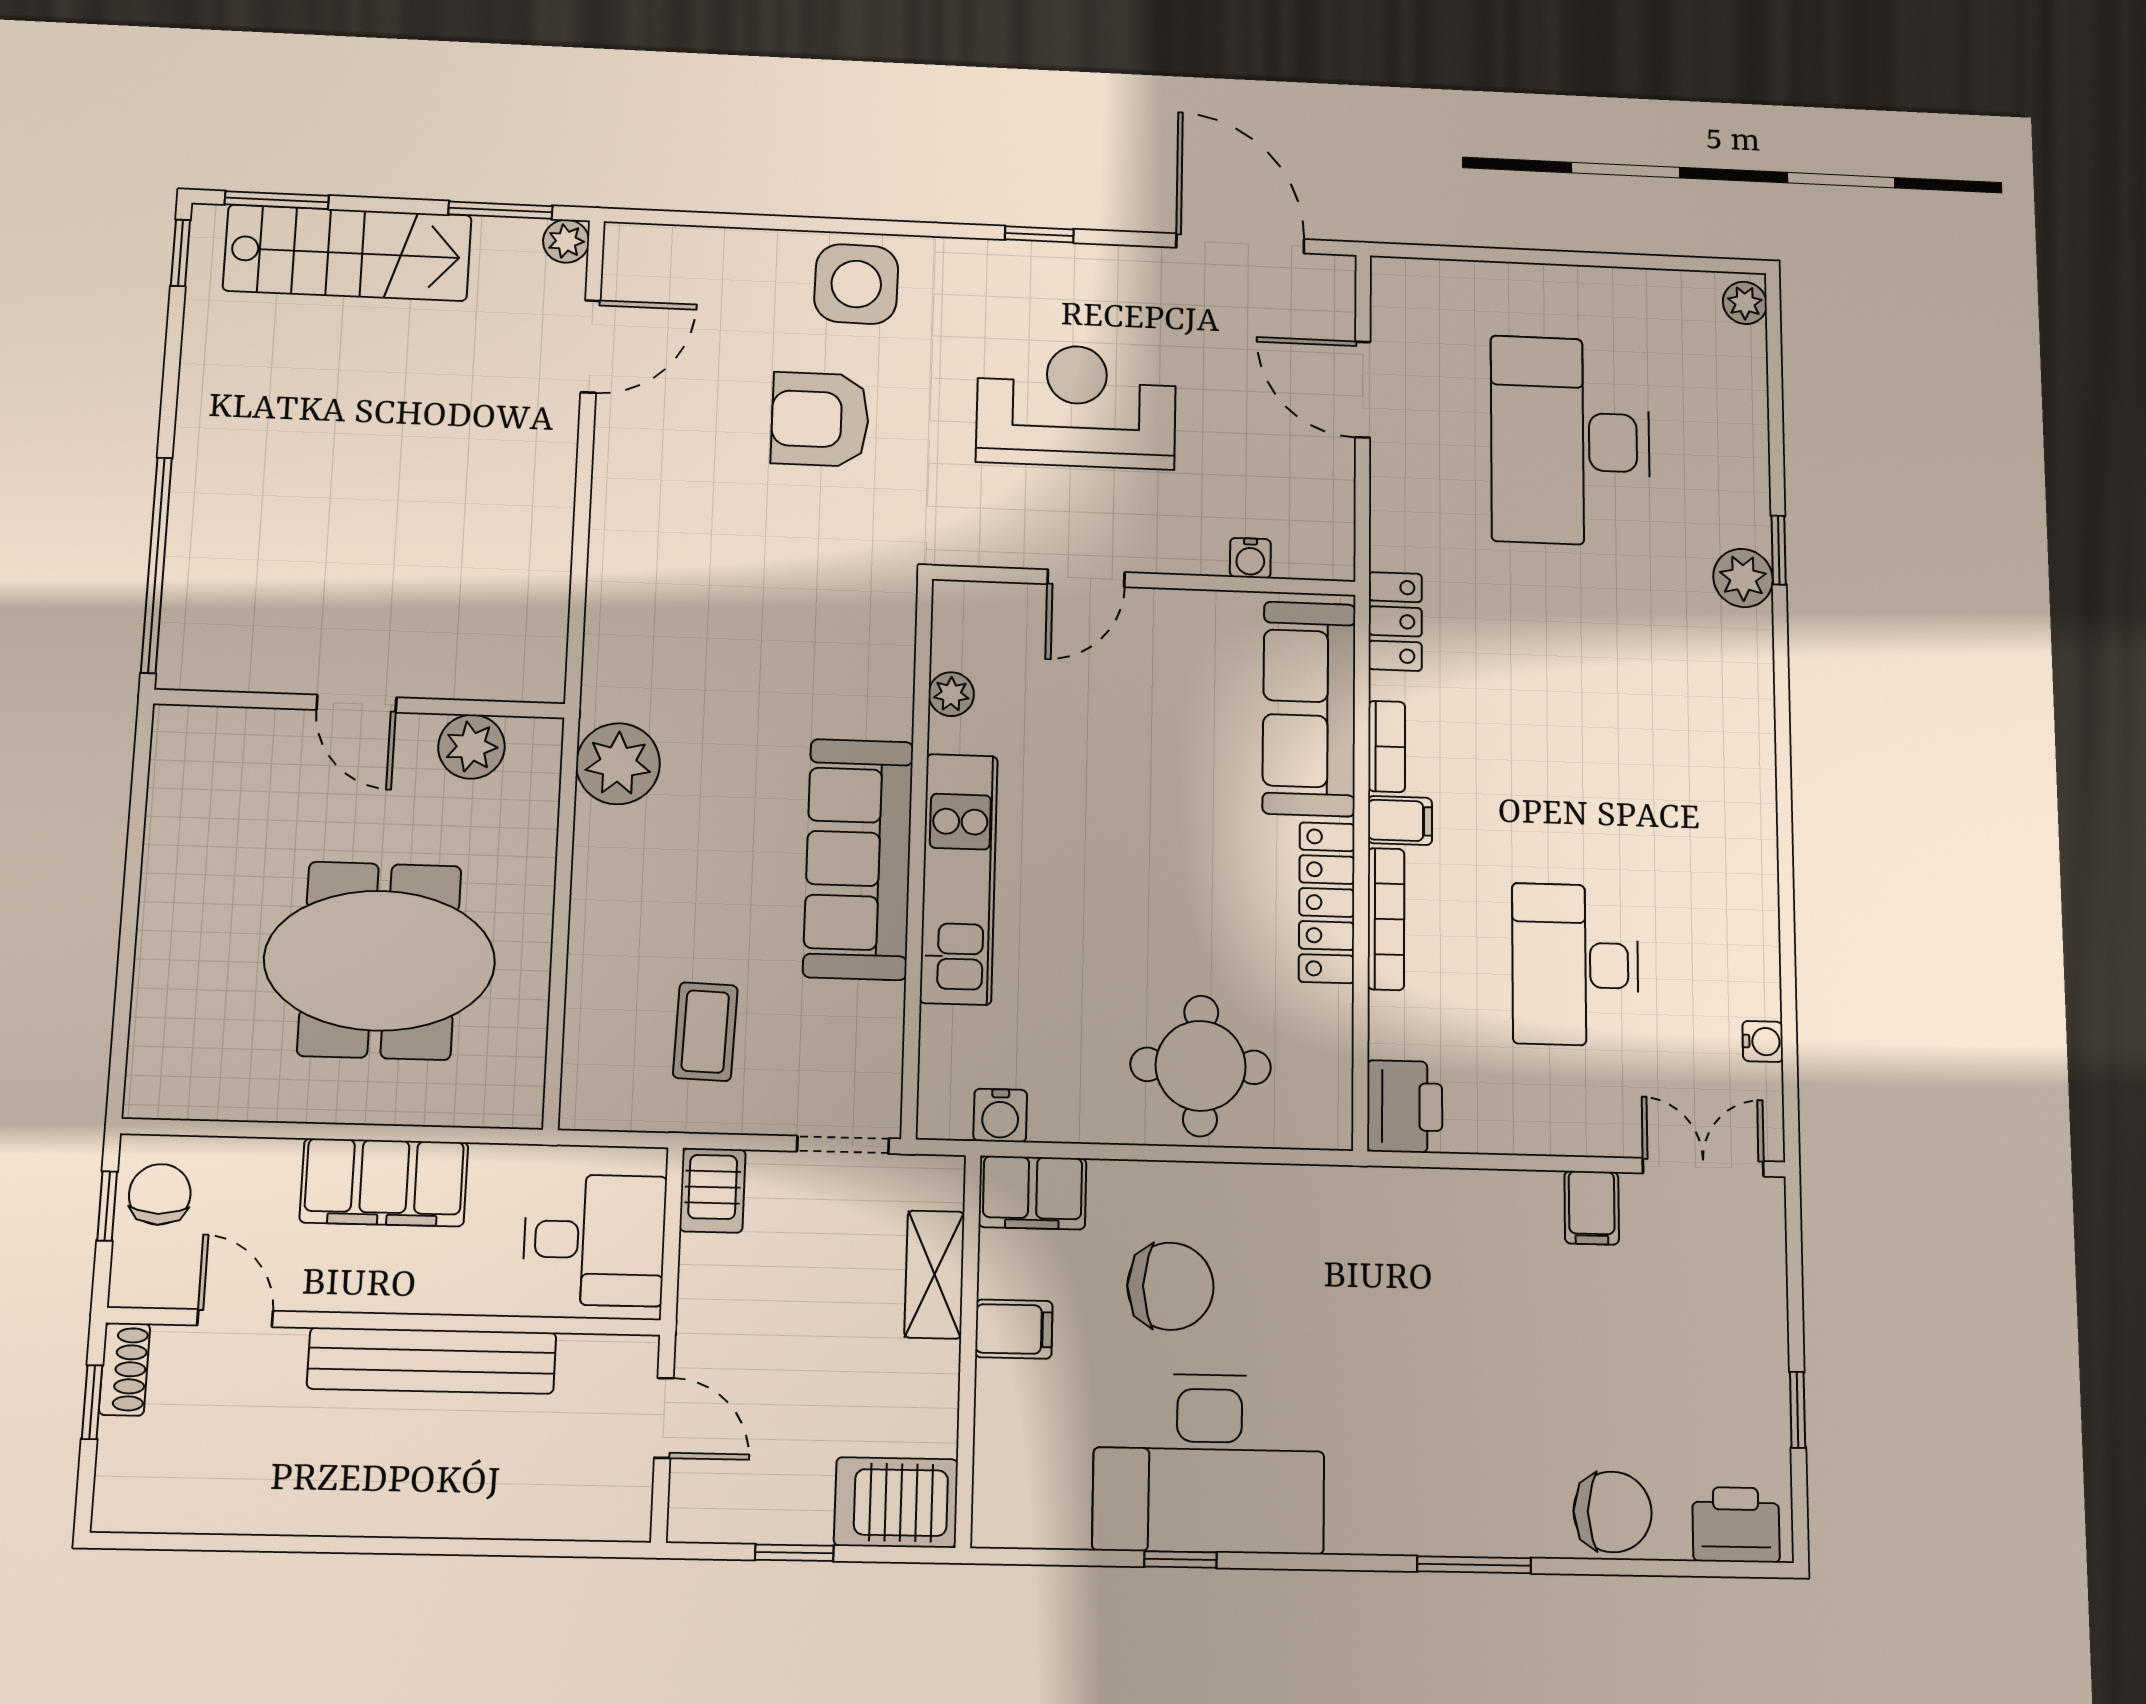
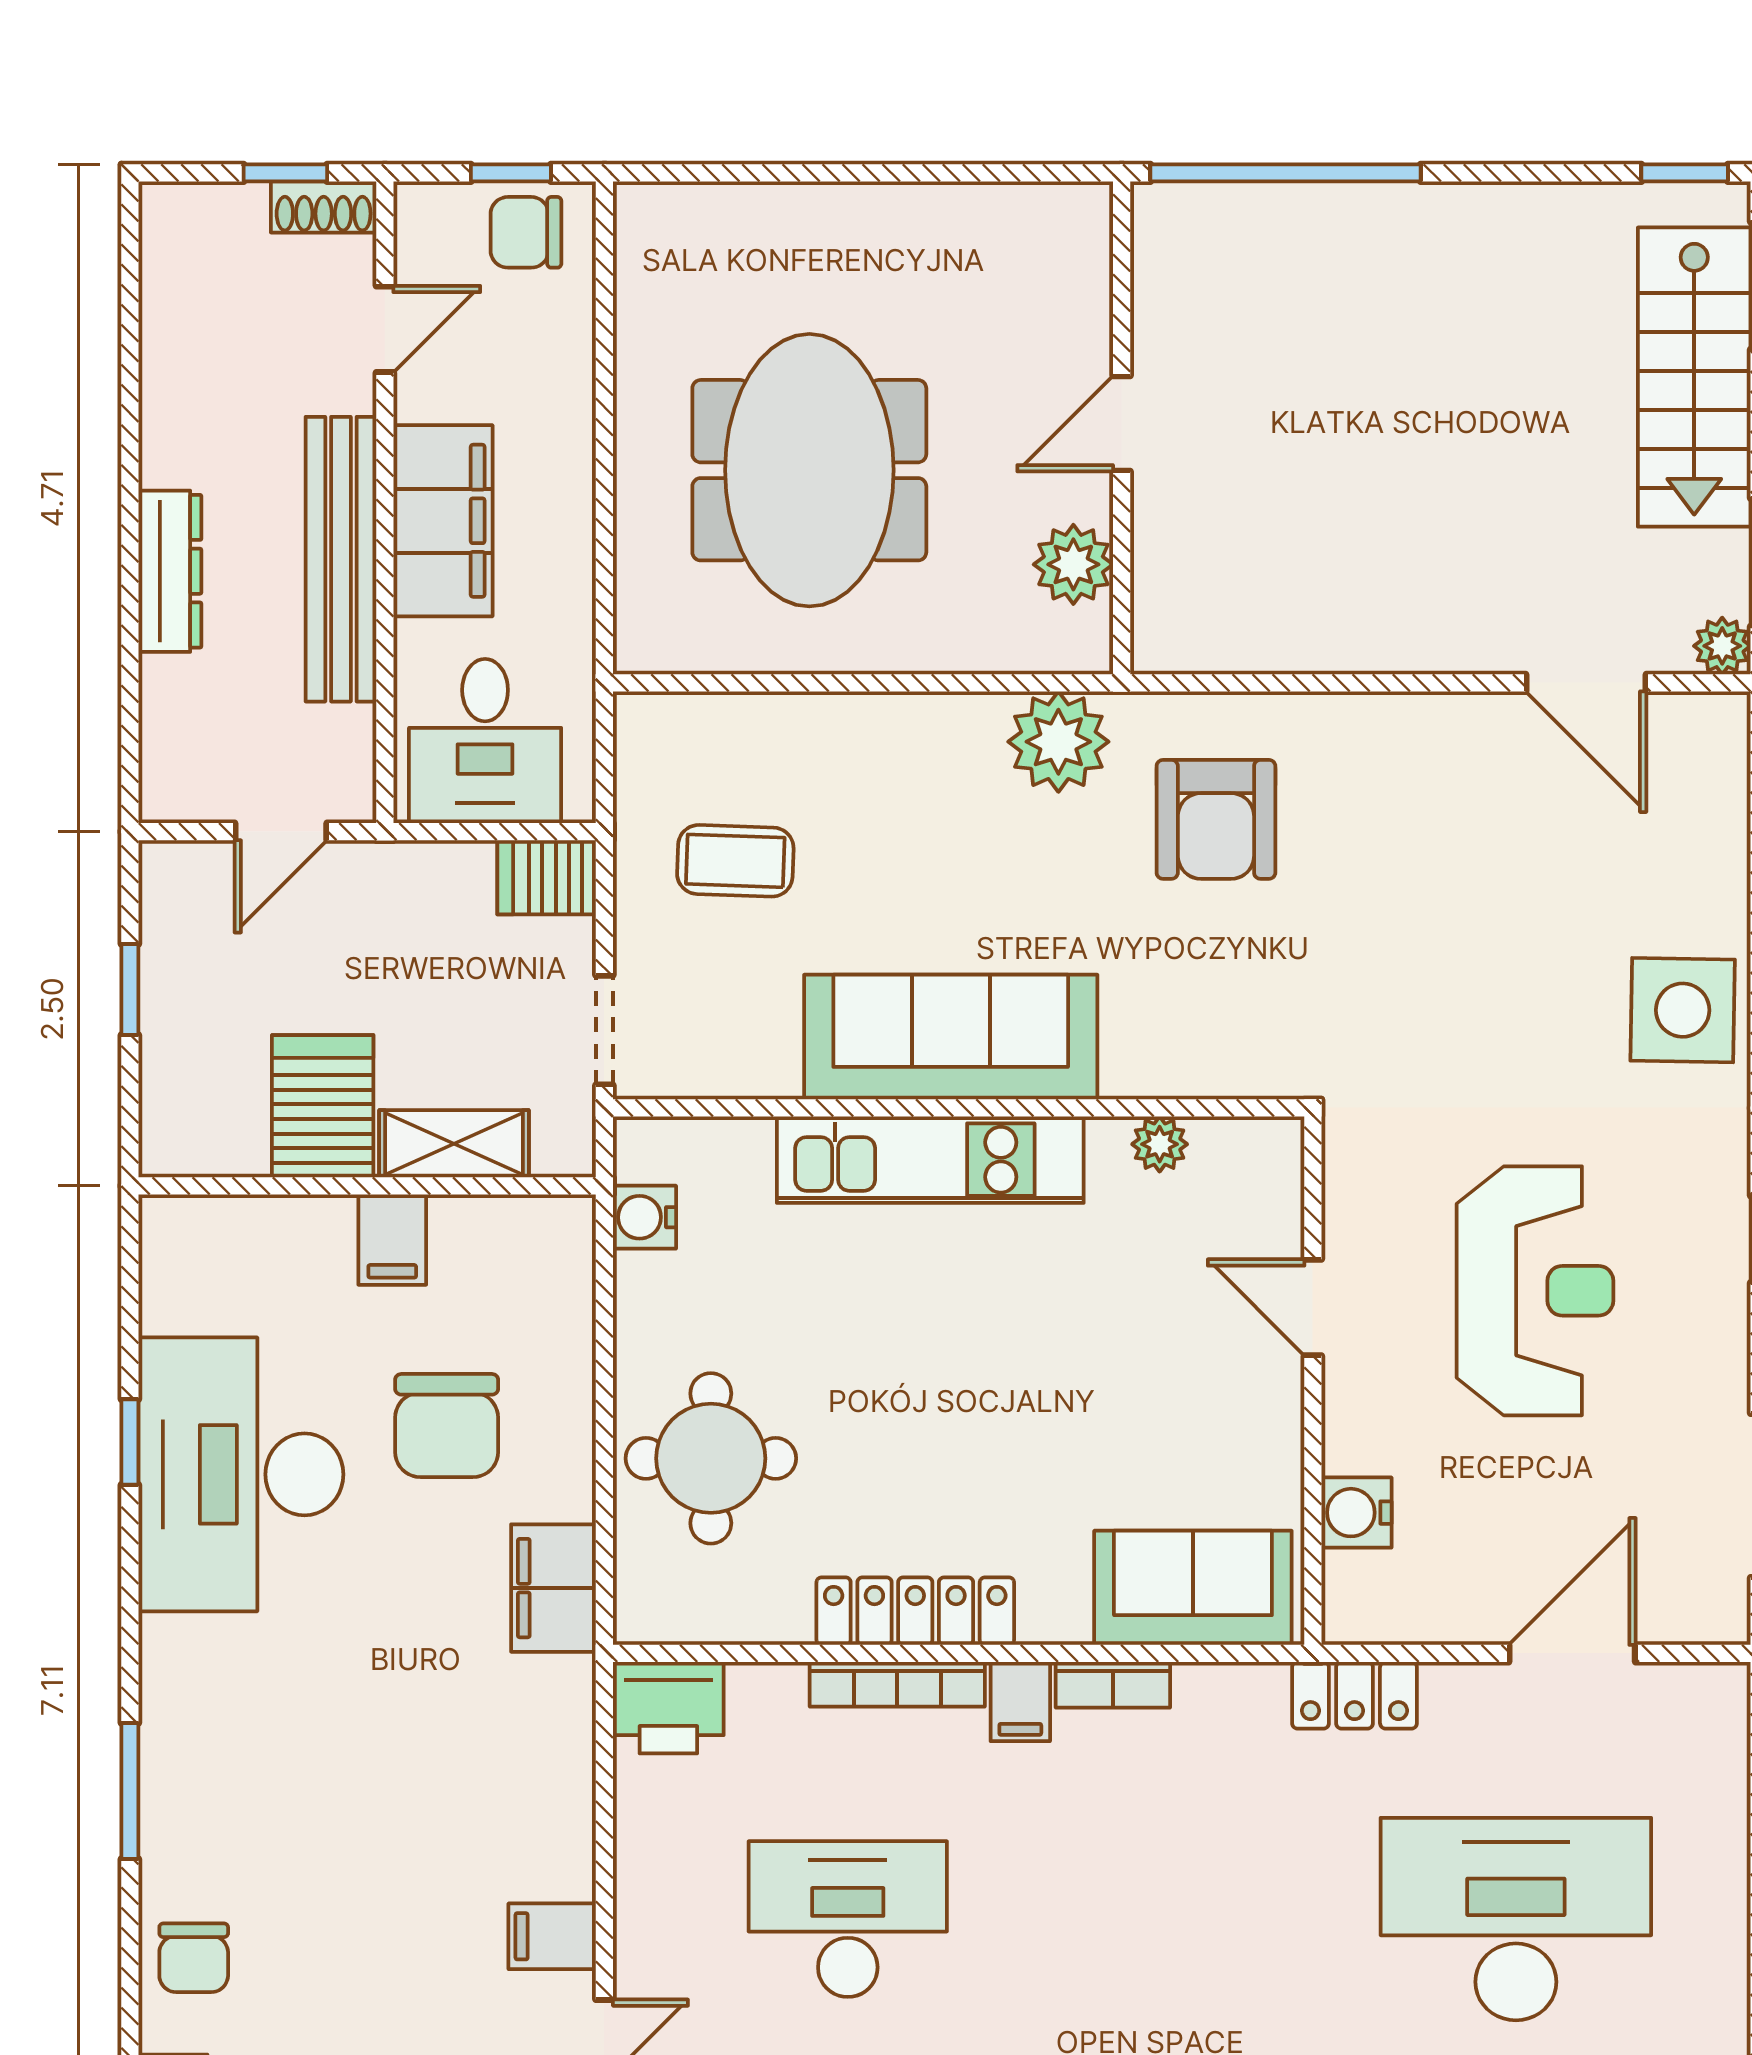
armchair: (820, 419) -> (1216, 819), moved, turned 180
water cooler: (1250, 558) -> (1356, 1513), width x1.38, depth x1.38
locker: (1395, 621) -> (1354, 1695), moved
sofa: (1309, 709) -> (1193, 1588), width x0.73
filing cabinet: (384, 1182) -> (443, 521), moved, turned 180
filing cabinet: (1032, 1193) -> (554, 1588), moved
chair: (160, 1194) -> (526, 232), turned 180
server rack: (896, 1502) -> (323, 1106), moved
dresser: (434, 1511) -> (170, 571), added
chair: (1613, 1512) -> (194, 1958), width x0.73, depth x0.73

